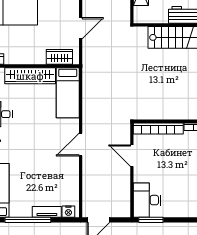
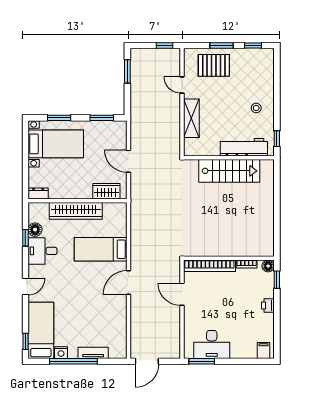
door: (81, 28) -> (128, 161), swing flipped
bed: (68, 93) -> (101, 249), moved, turned 90
desk: (147, 200) -> (212, 344), moved, turned -90
nightstand: (68, 212) -> (61, 353), moved

